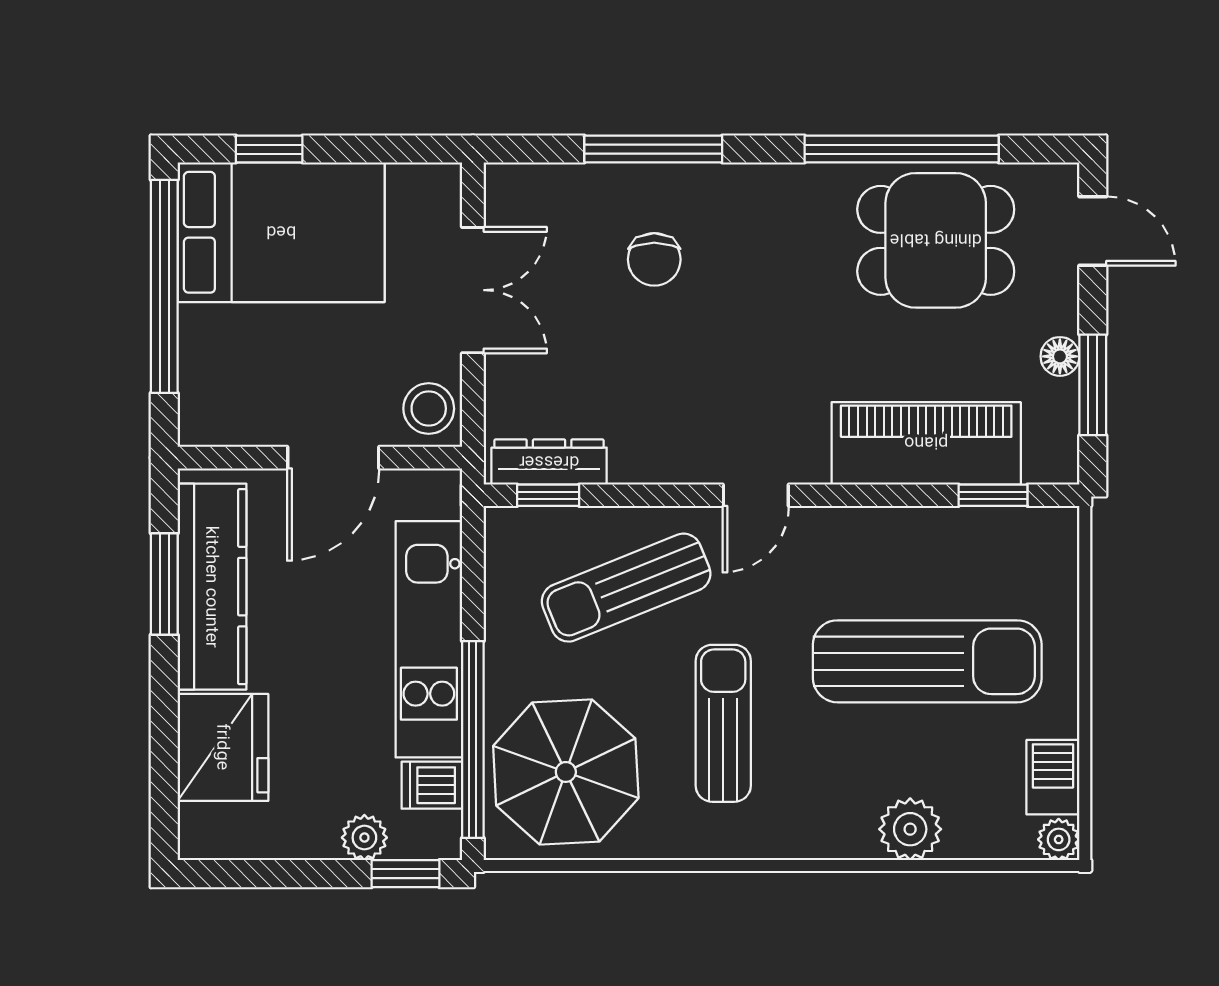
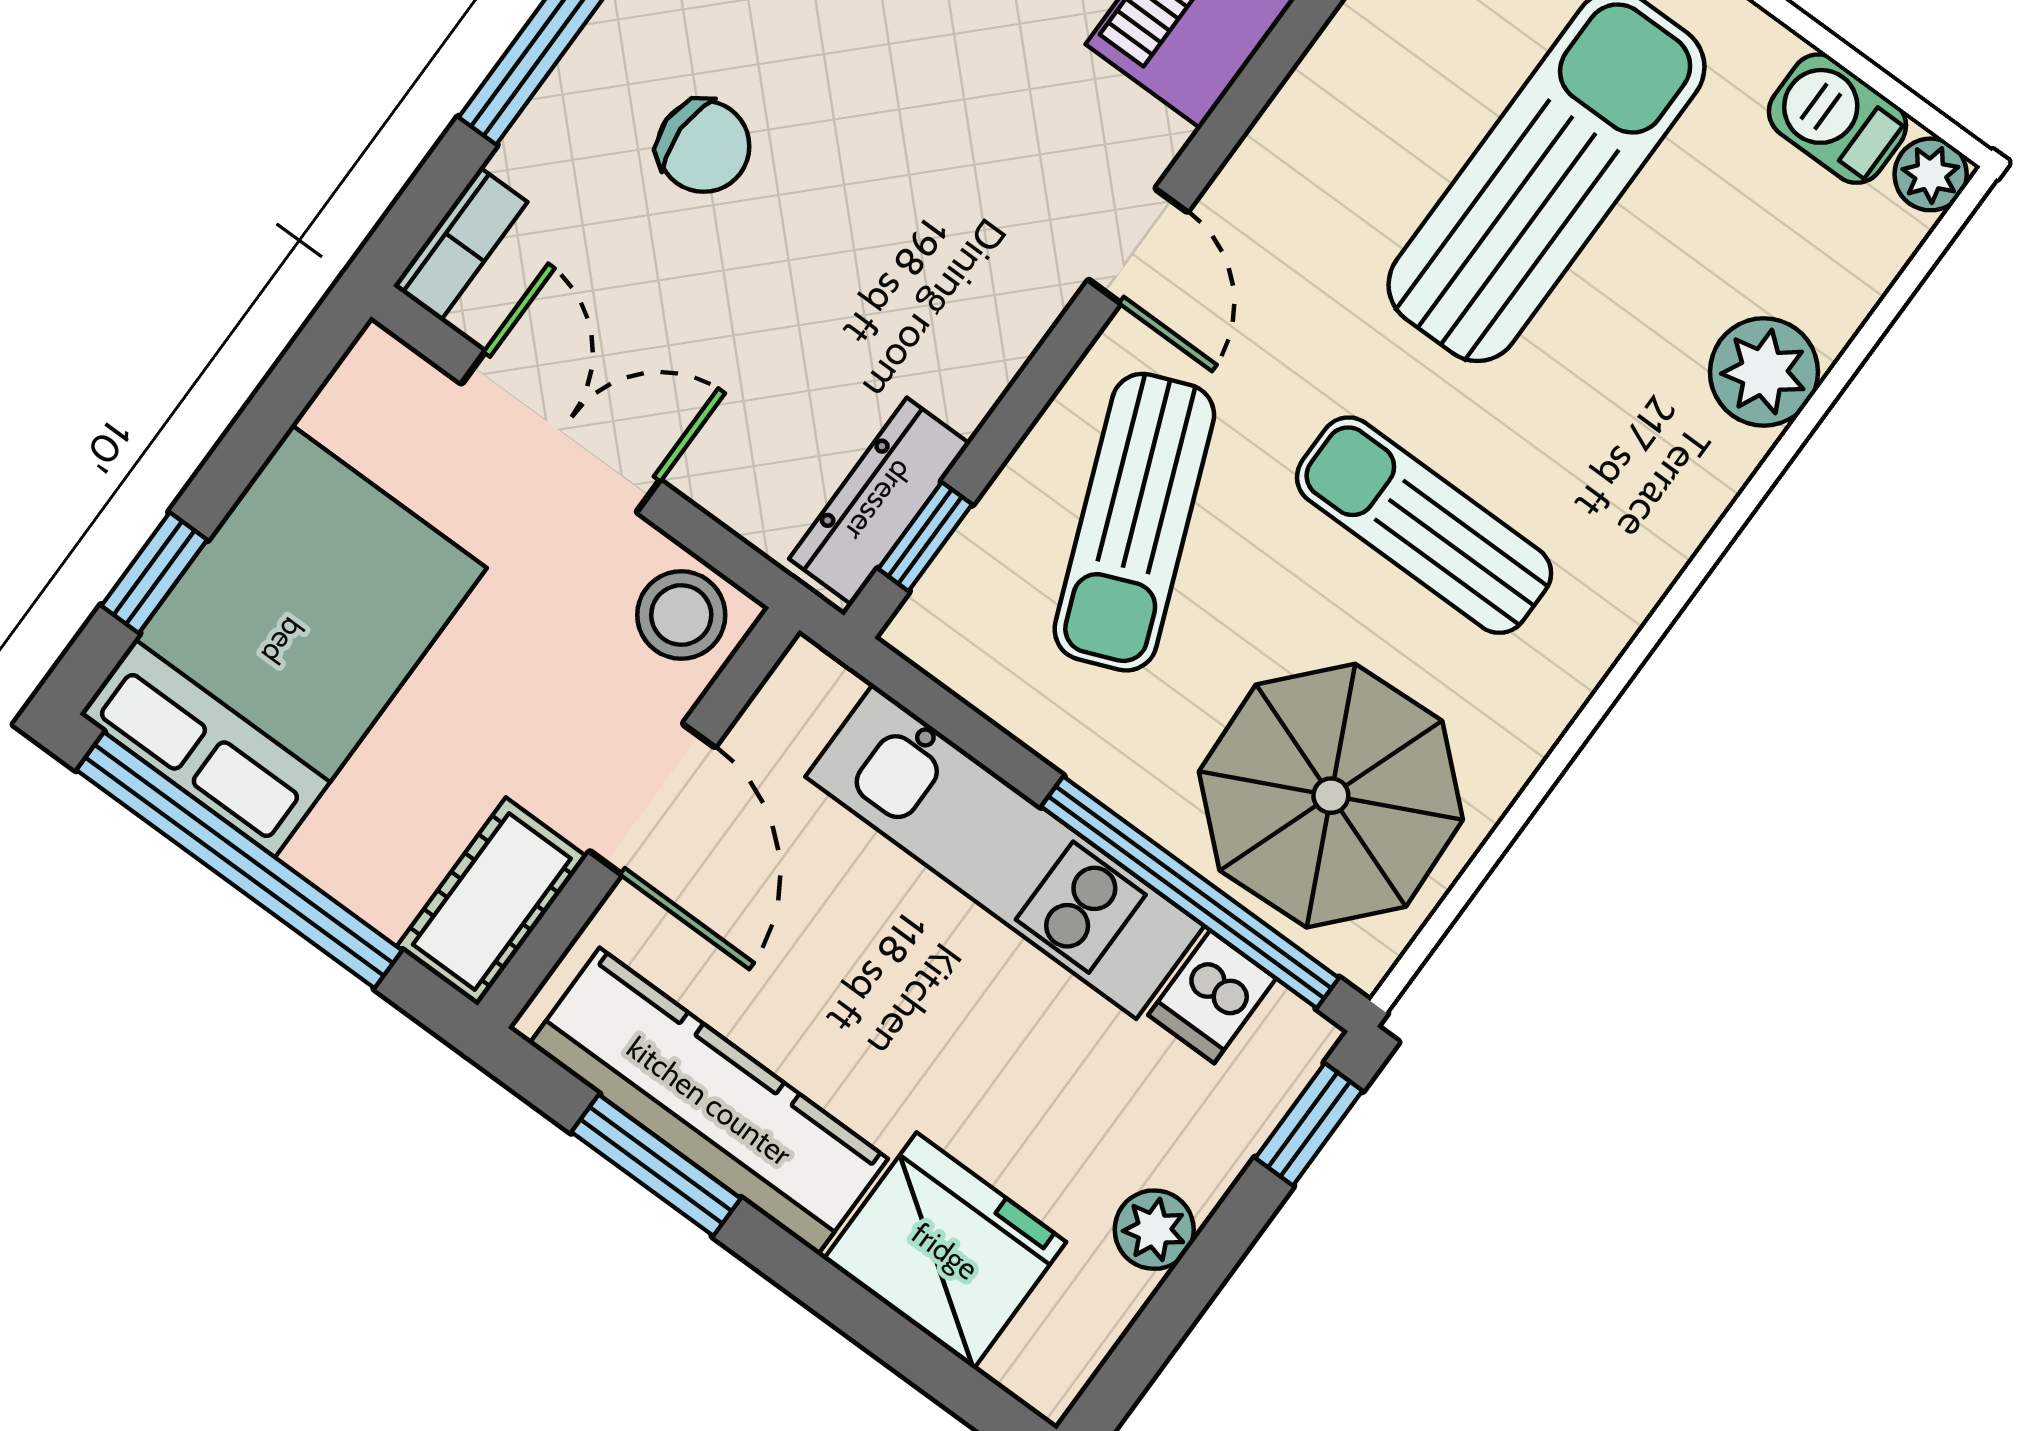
bookcase: (526, 179) -> (460, 244), added
cot: (231, 418) -> (492, 902), added
plant: (364, 838) -> (1154, 1230), moved

